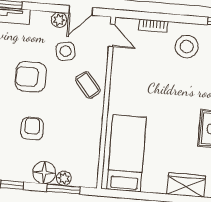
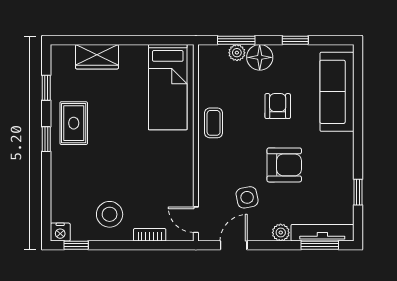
plant: (59, 20) -> (281, 233), moved
coffee table: (88, 85) -> (214, 123), moved, turned 39
armchair: (32, 129) -> (278, 106), turned 180

